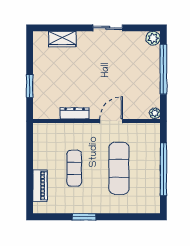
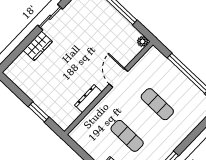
wardrobe: (62, 39) -> (38, 46), moved
exercise mat: (119, 168) -> (157, 104), width x0.73, depth x0.69

